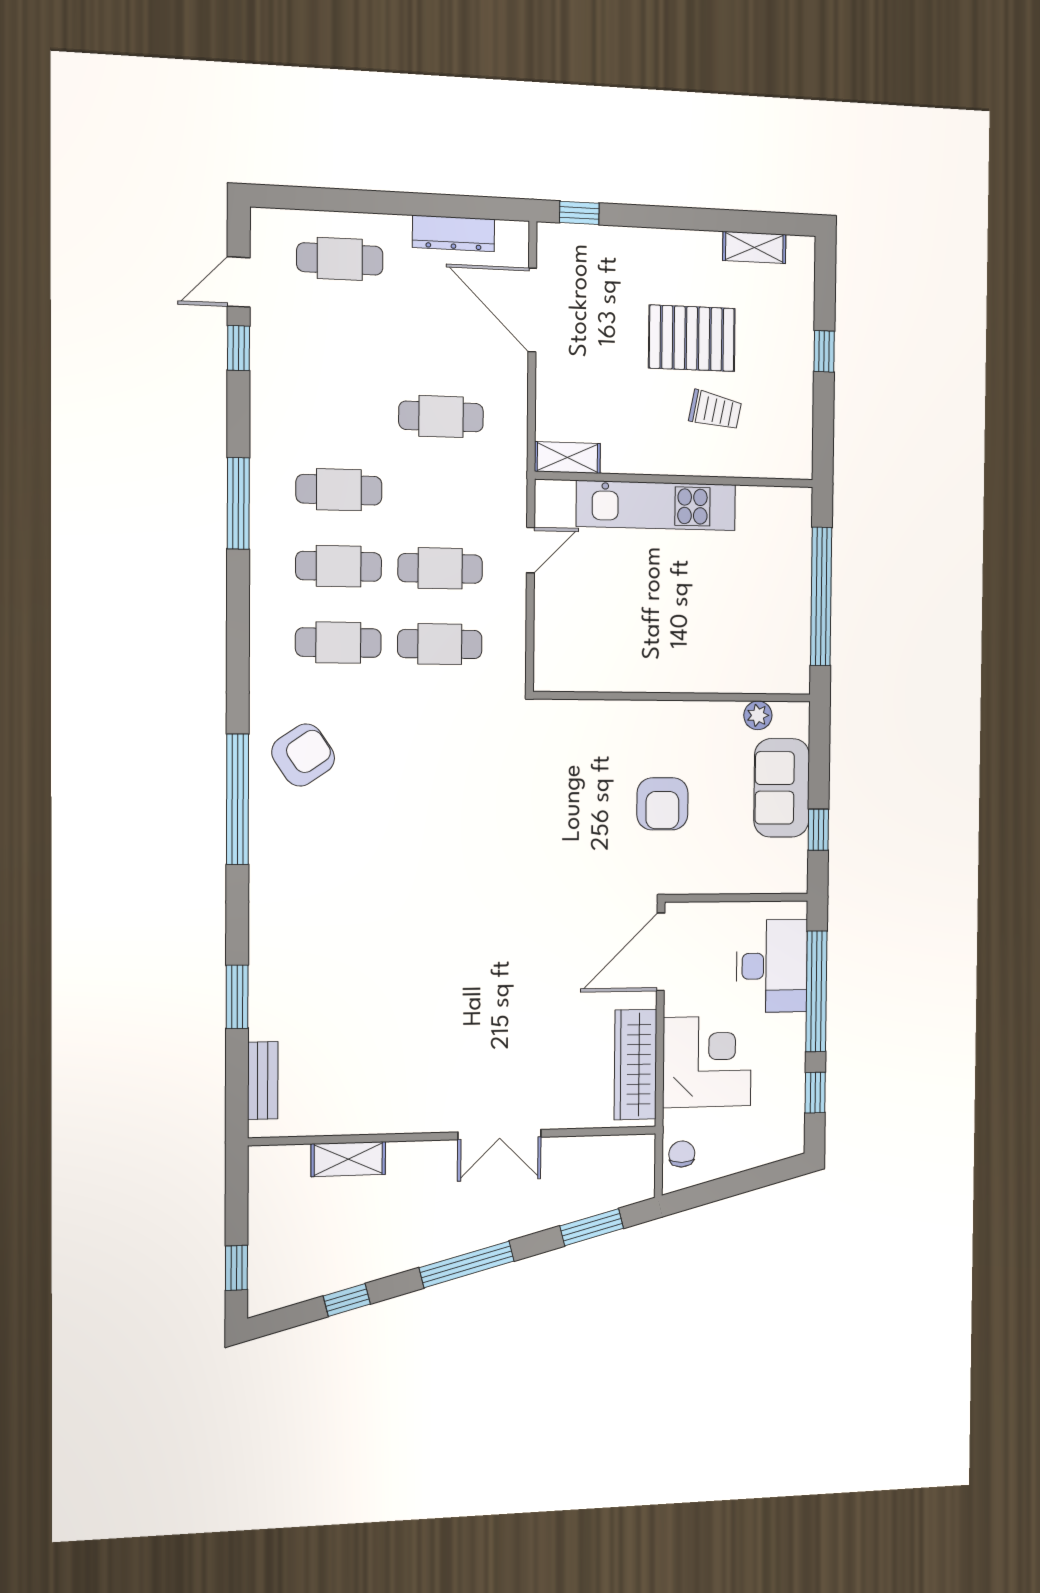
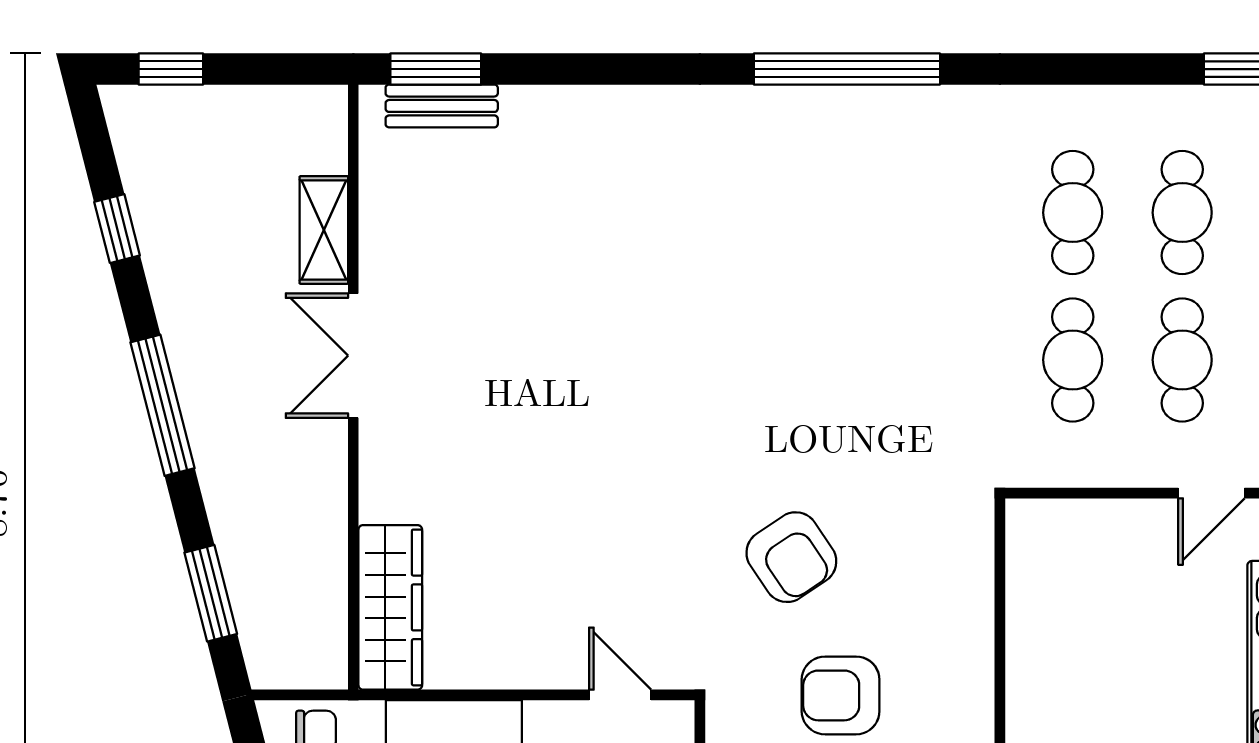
door: (530, 550) -> (1211, 493), hinge flipped
armchair: (303, 755) -> (791, 557), moved
door: (661, 952) -> (620, 695), width x0.53
window: (237, 997) -> (436, 69), moved
wardrobe: (635, 1065) -> (390, 607), moved, turned 90
double door: (500, 1135) -> (353, 356), moved

